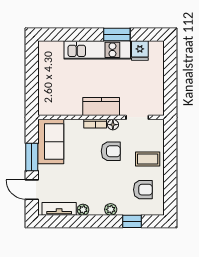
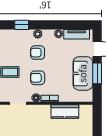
kitchen counter: (101, 106) -> (65, 111), moved
sofa: (51, 142) -> (83, 73), moved
armchair: (143, 190) -> (38, 53), moved

